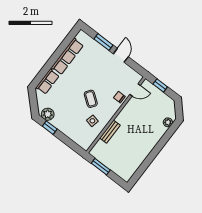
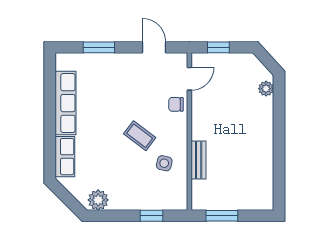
door: (121, 55) -> (154, 47), moved
window: (50, 128) -> (151, 216), moved

